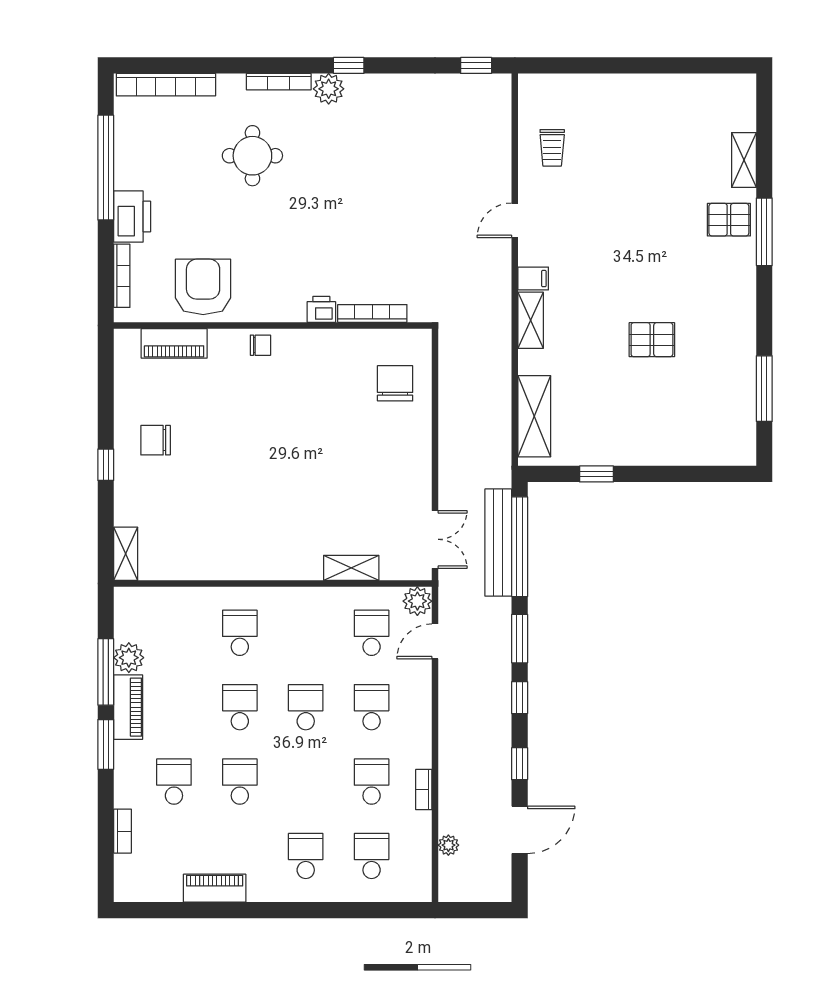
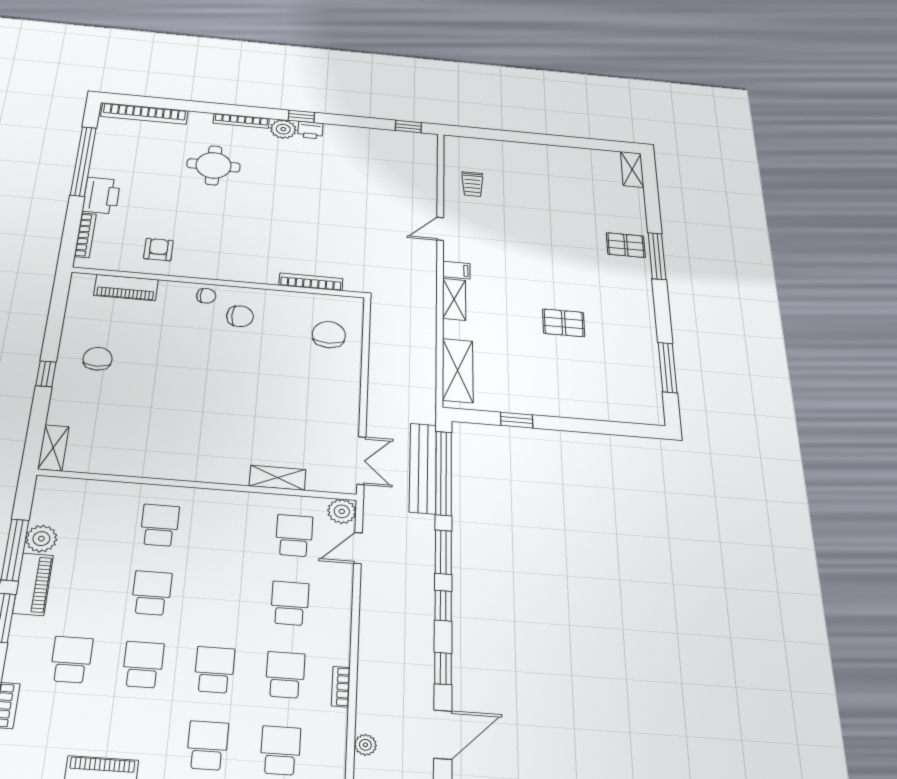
shelving: (744, 160) -> (632, 169), moved
armchair: (203, 287) -> (158, 250), width x0.53, depth x0.53
printer: (321, 309) -> (310, 130), moved, turned 180
chair: (299, 369) -> (240, 316), added
chair: (156, 440) -> (98, 359), turned 90
school desk: (306, 707) -> (214, 670), moved

